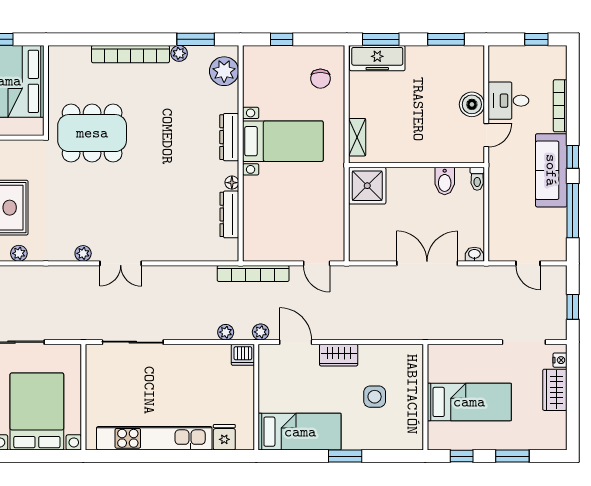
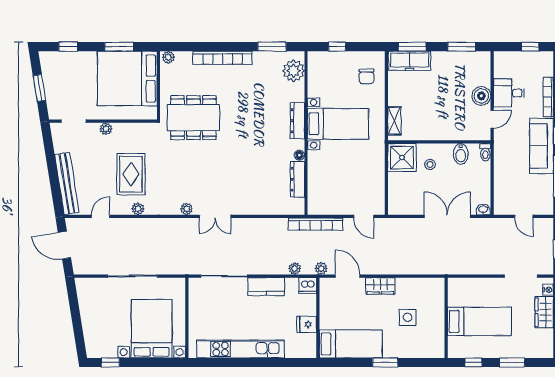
plant: (179, 53) -> (168, 57), moved
stool: (404, 195) -> (430, 164), added
kitchen counter: (188, 356) -> (266, 287), added
fridge: (224, 437) -> (307, 324), moved, turned -90

